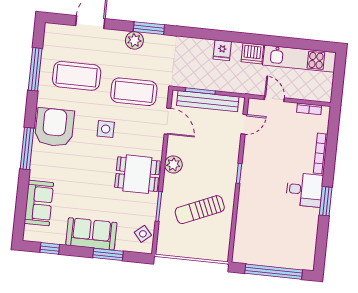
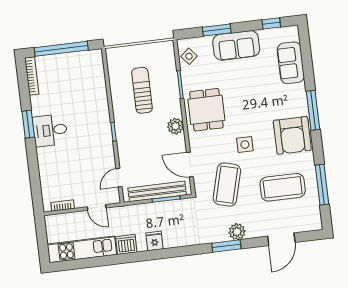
coffee table: (134, 92) -> (227, 185), turned -75
bookcase: (321, 154) -> (32, 76), moved
dining table: (137, 174) -> (206, 110), turned 90
sun lounger: (200, 210) -> (142, 90), turned -67

